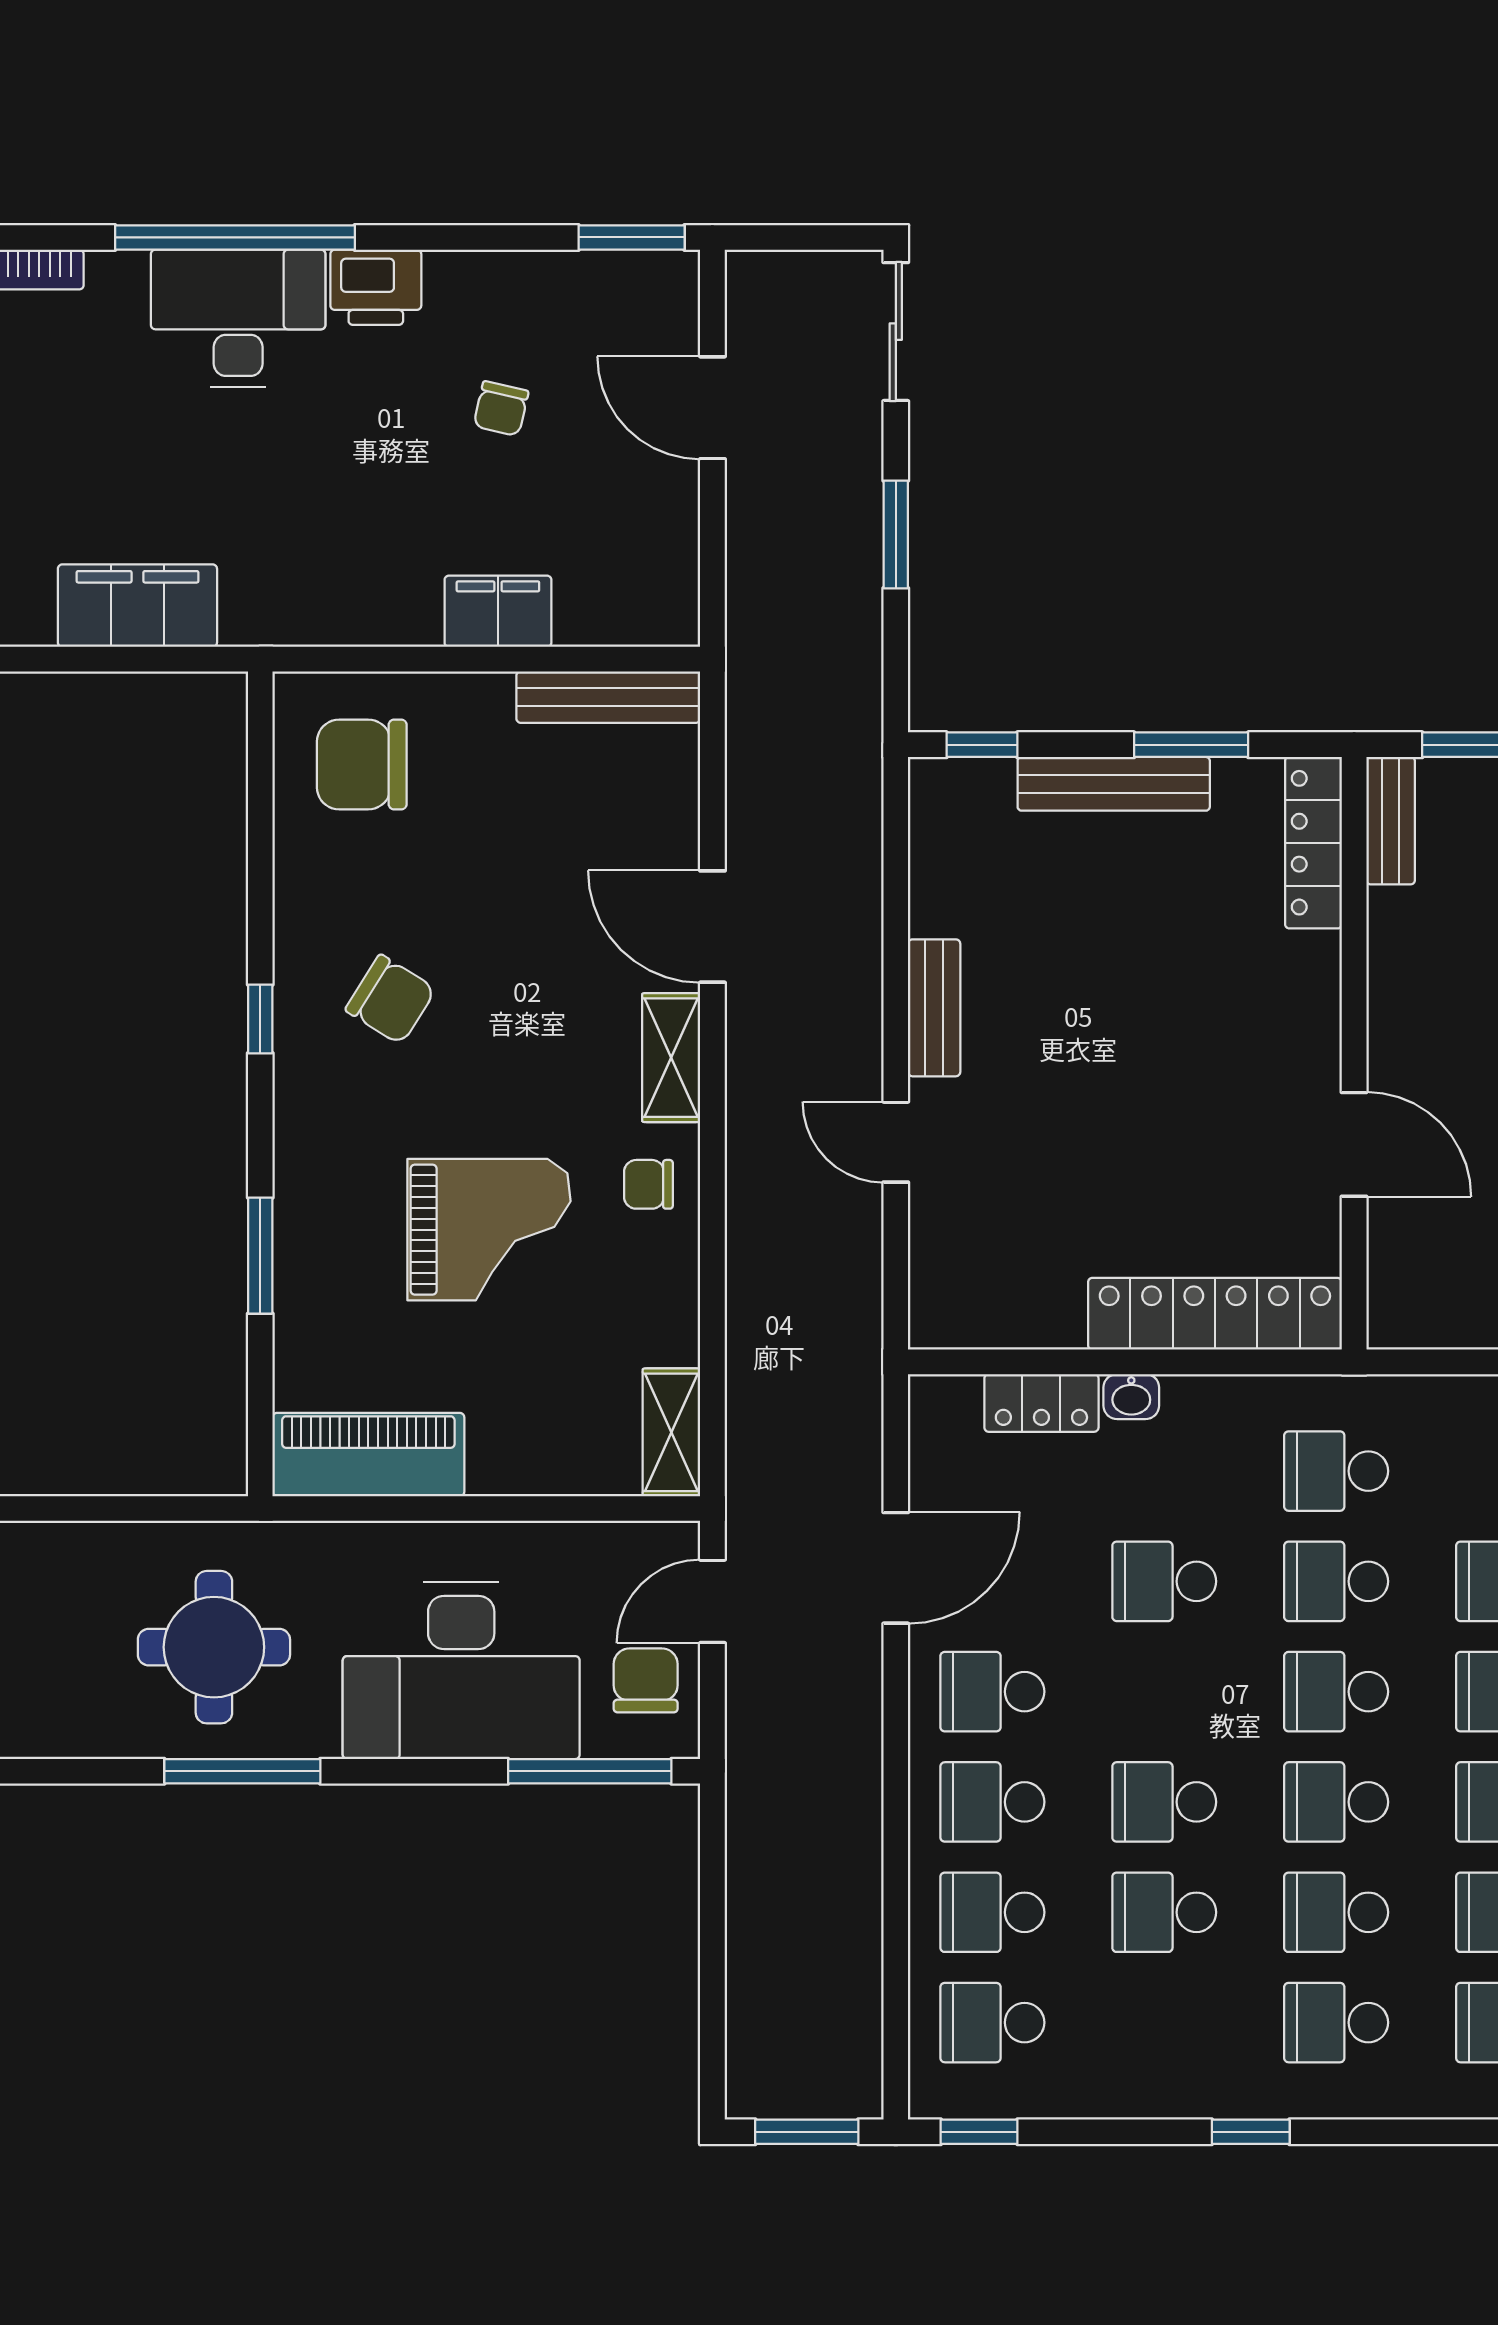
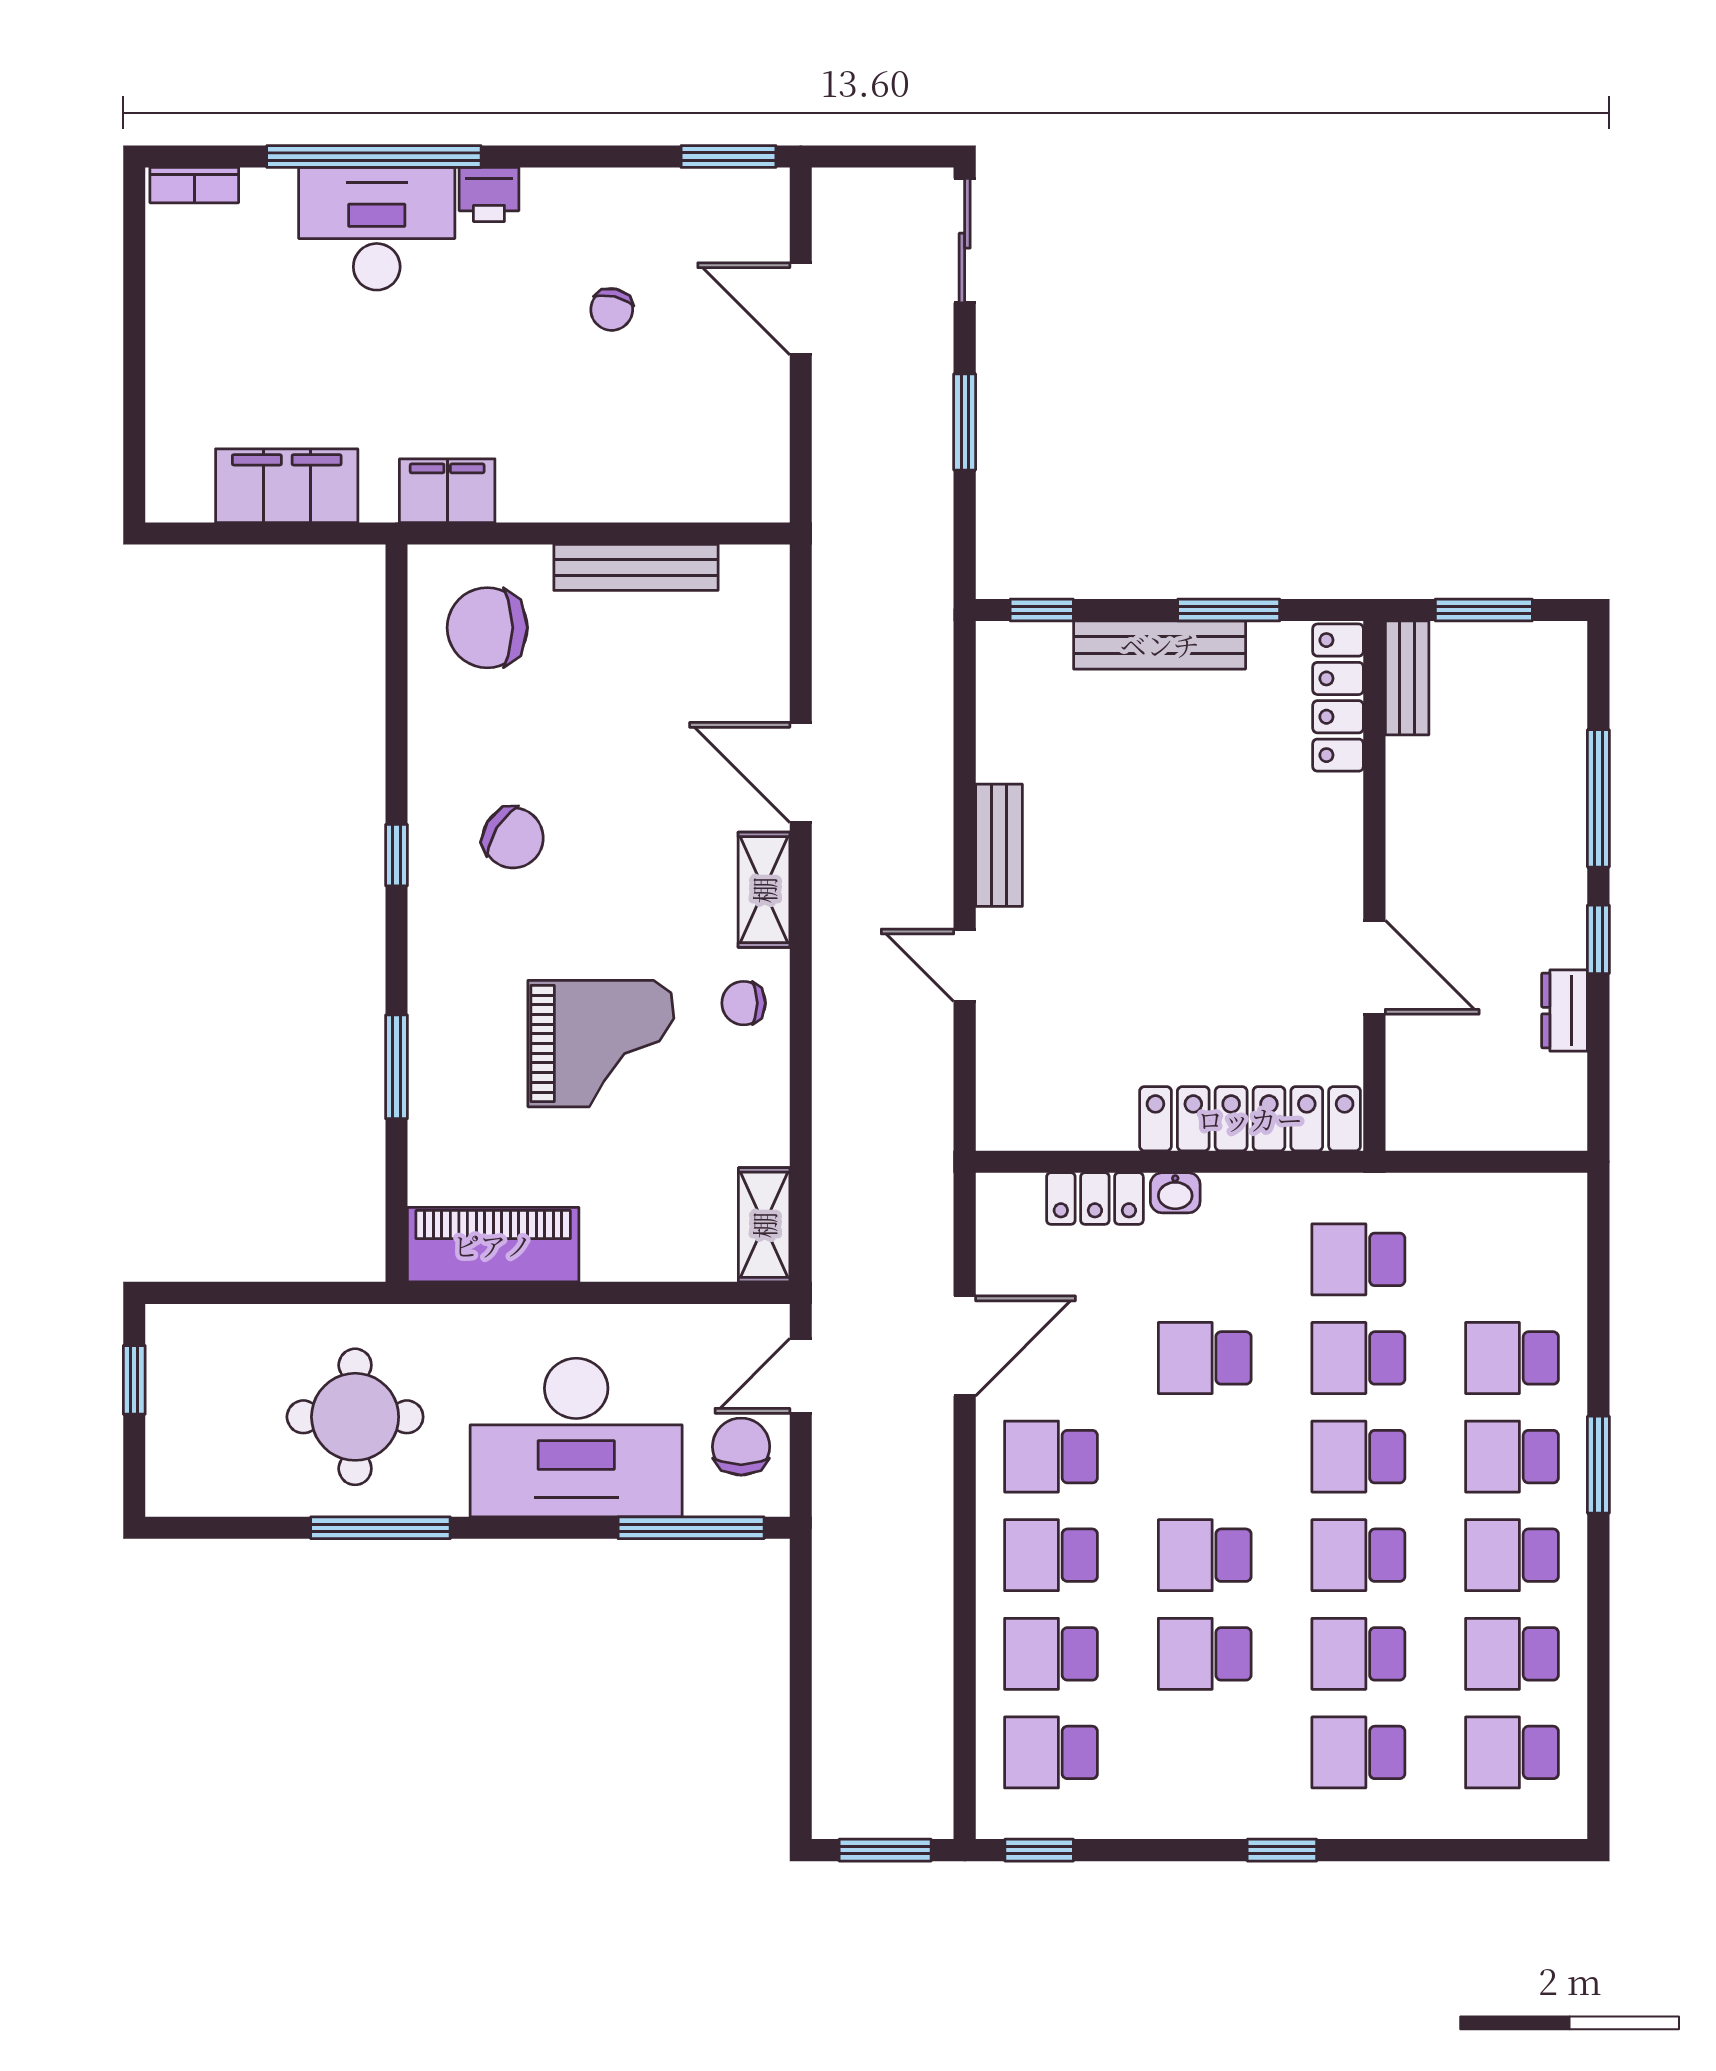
printer: (376, 287) -> (489, 195), width x0.73, depth x0.81
filing cabinet: (498, 611) -> (447, 491), moved
bench: (608, 697) -> (636, 567), moved

